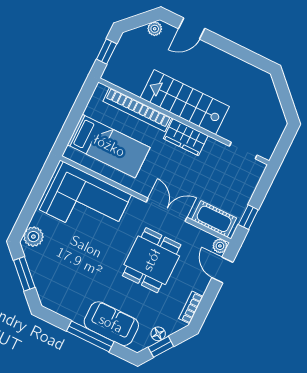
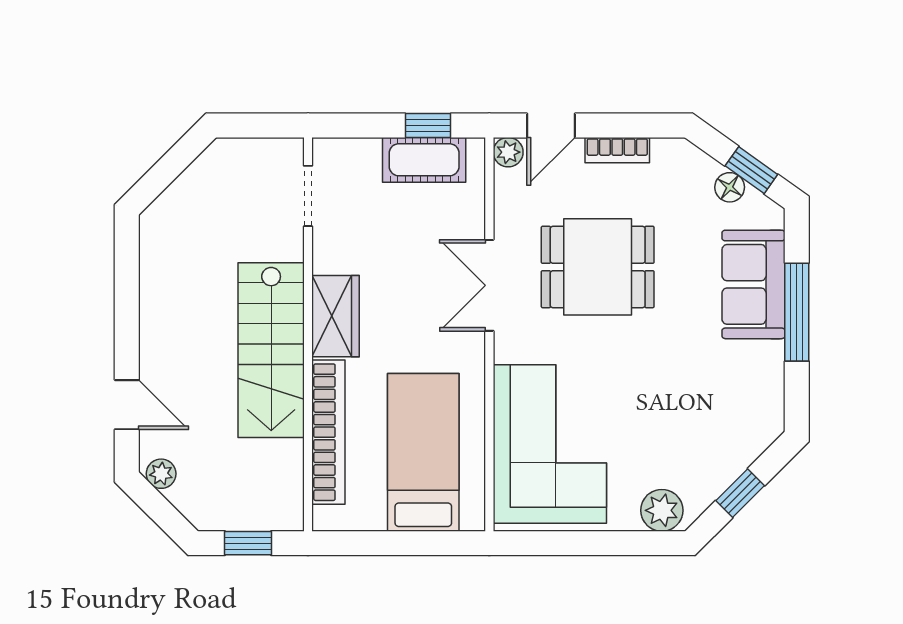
cot: (214, 219) -> (424, 160), moved, turned 90
window: (24, 274) -> (740, 493), width x0.67
bookcase: (191, 307) -> (617, 150), moved

